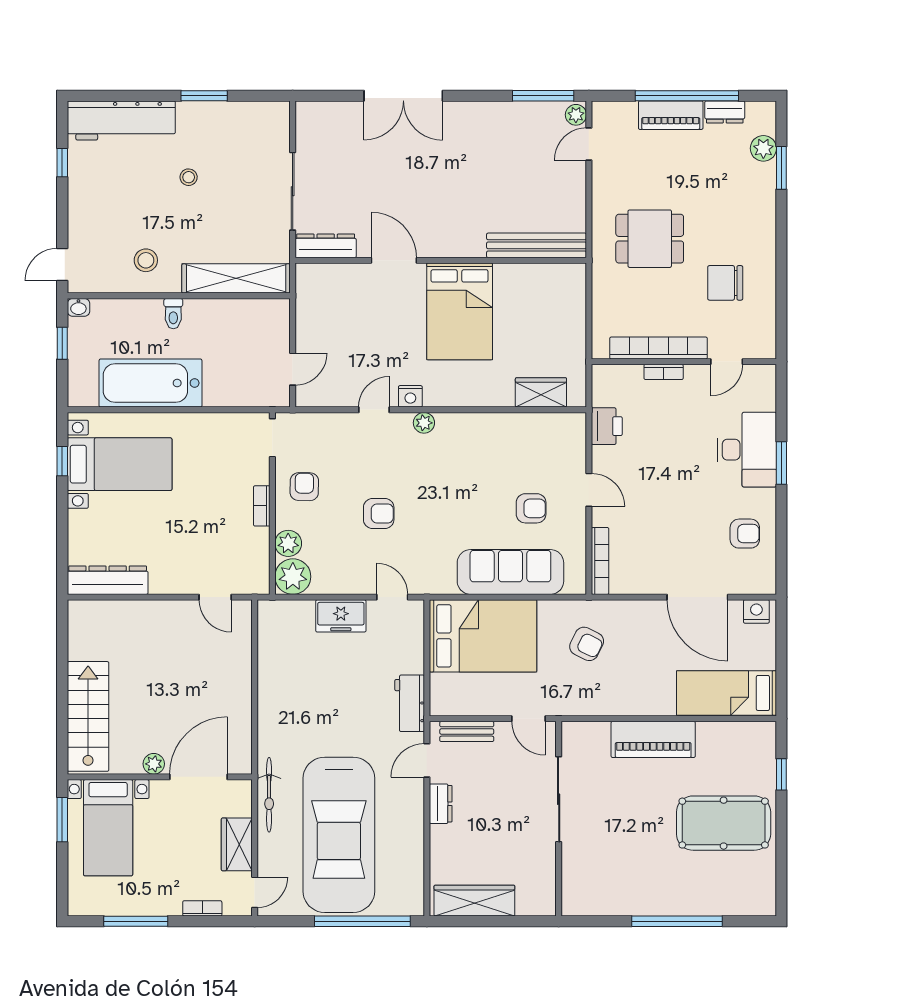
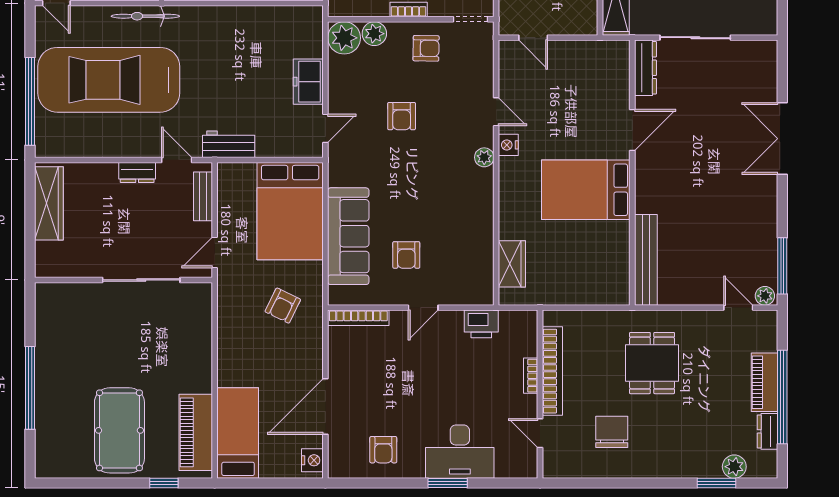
piano: (653, 739) -> (196, 432), moved

